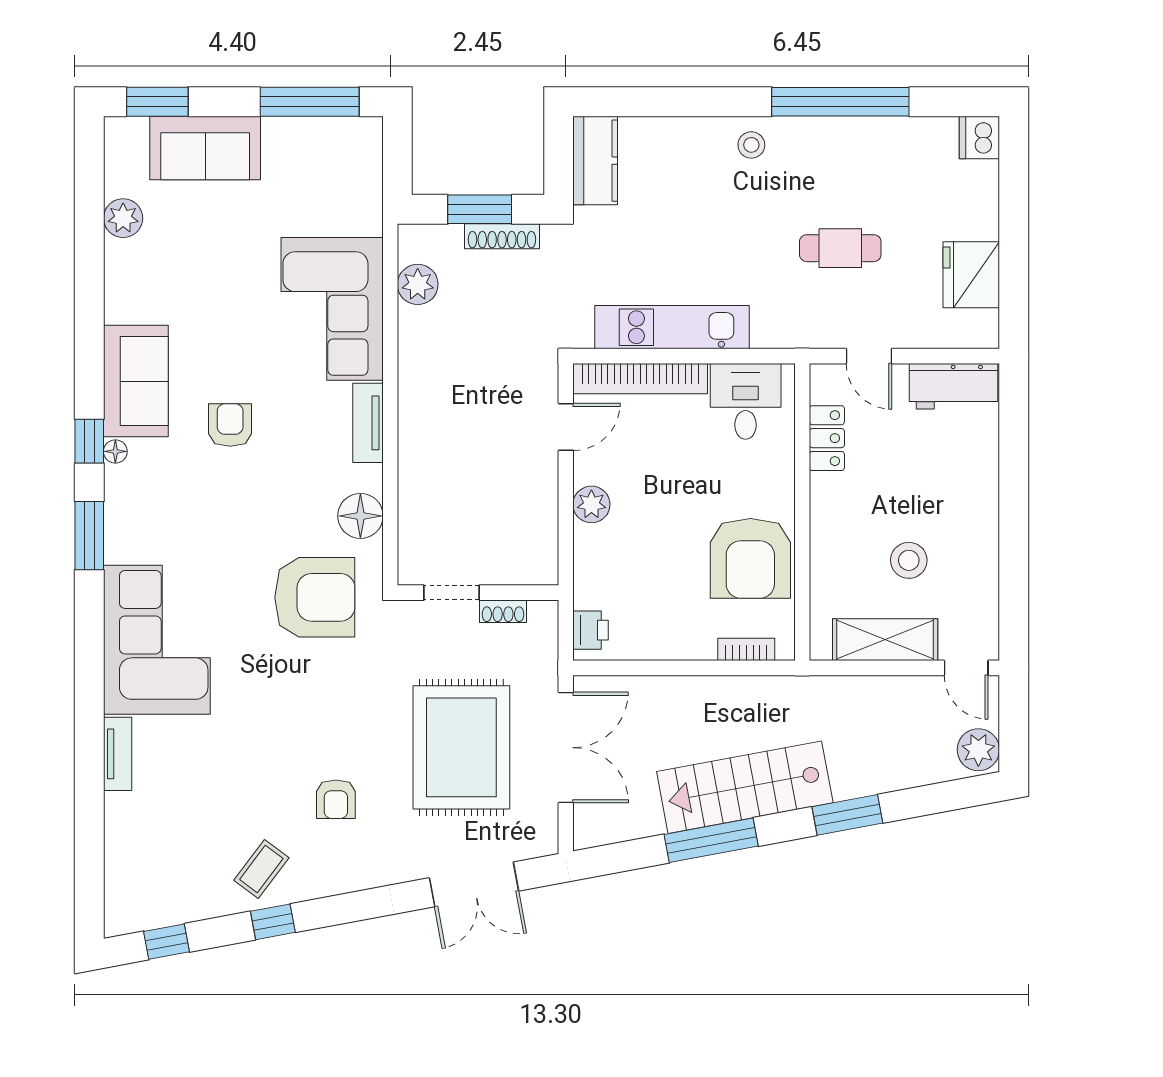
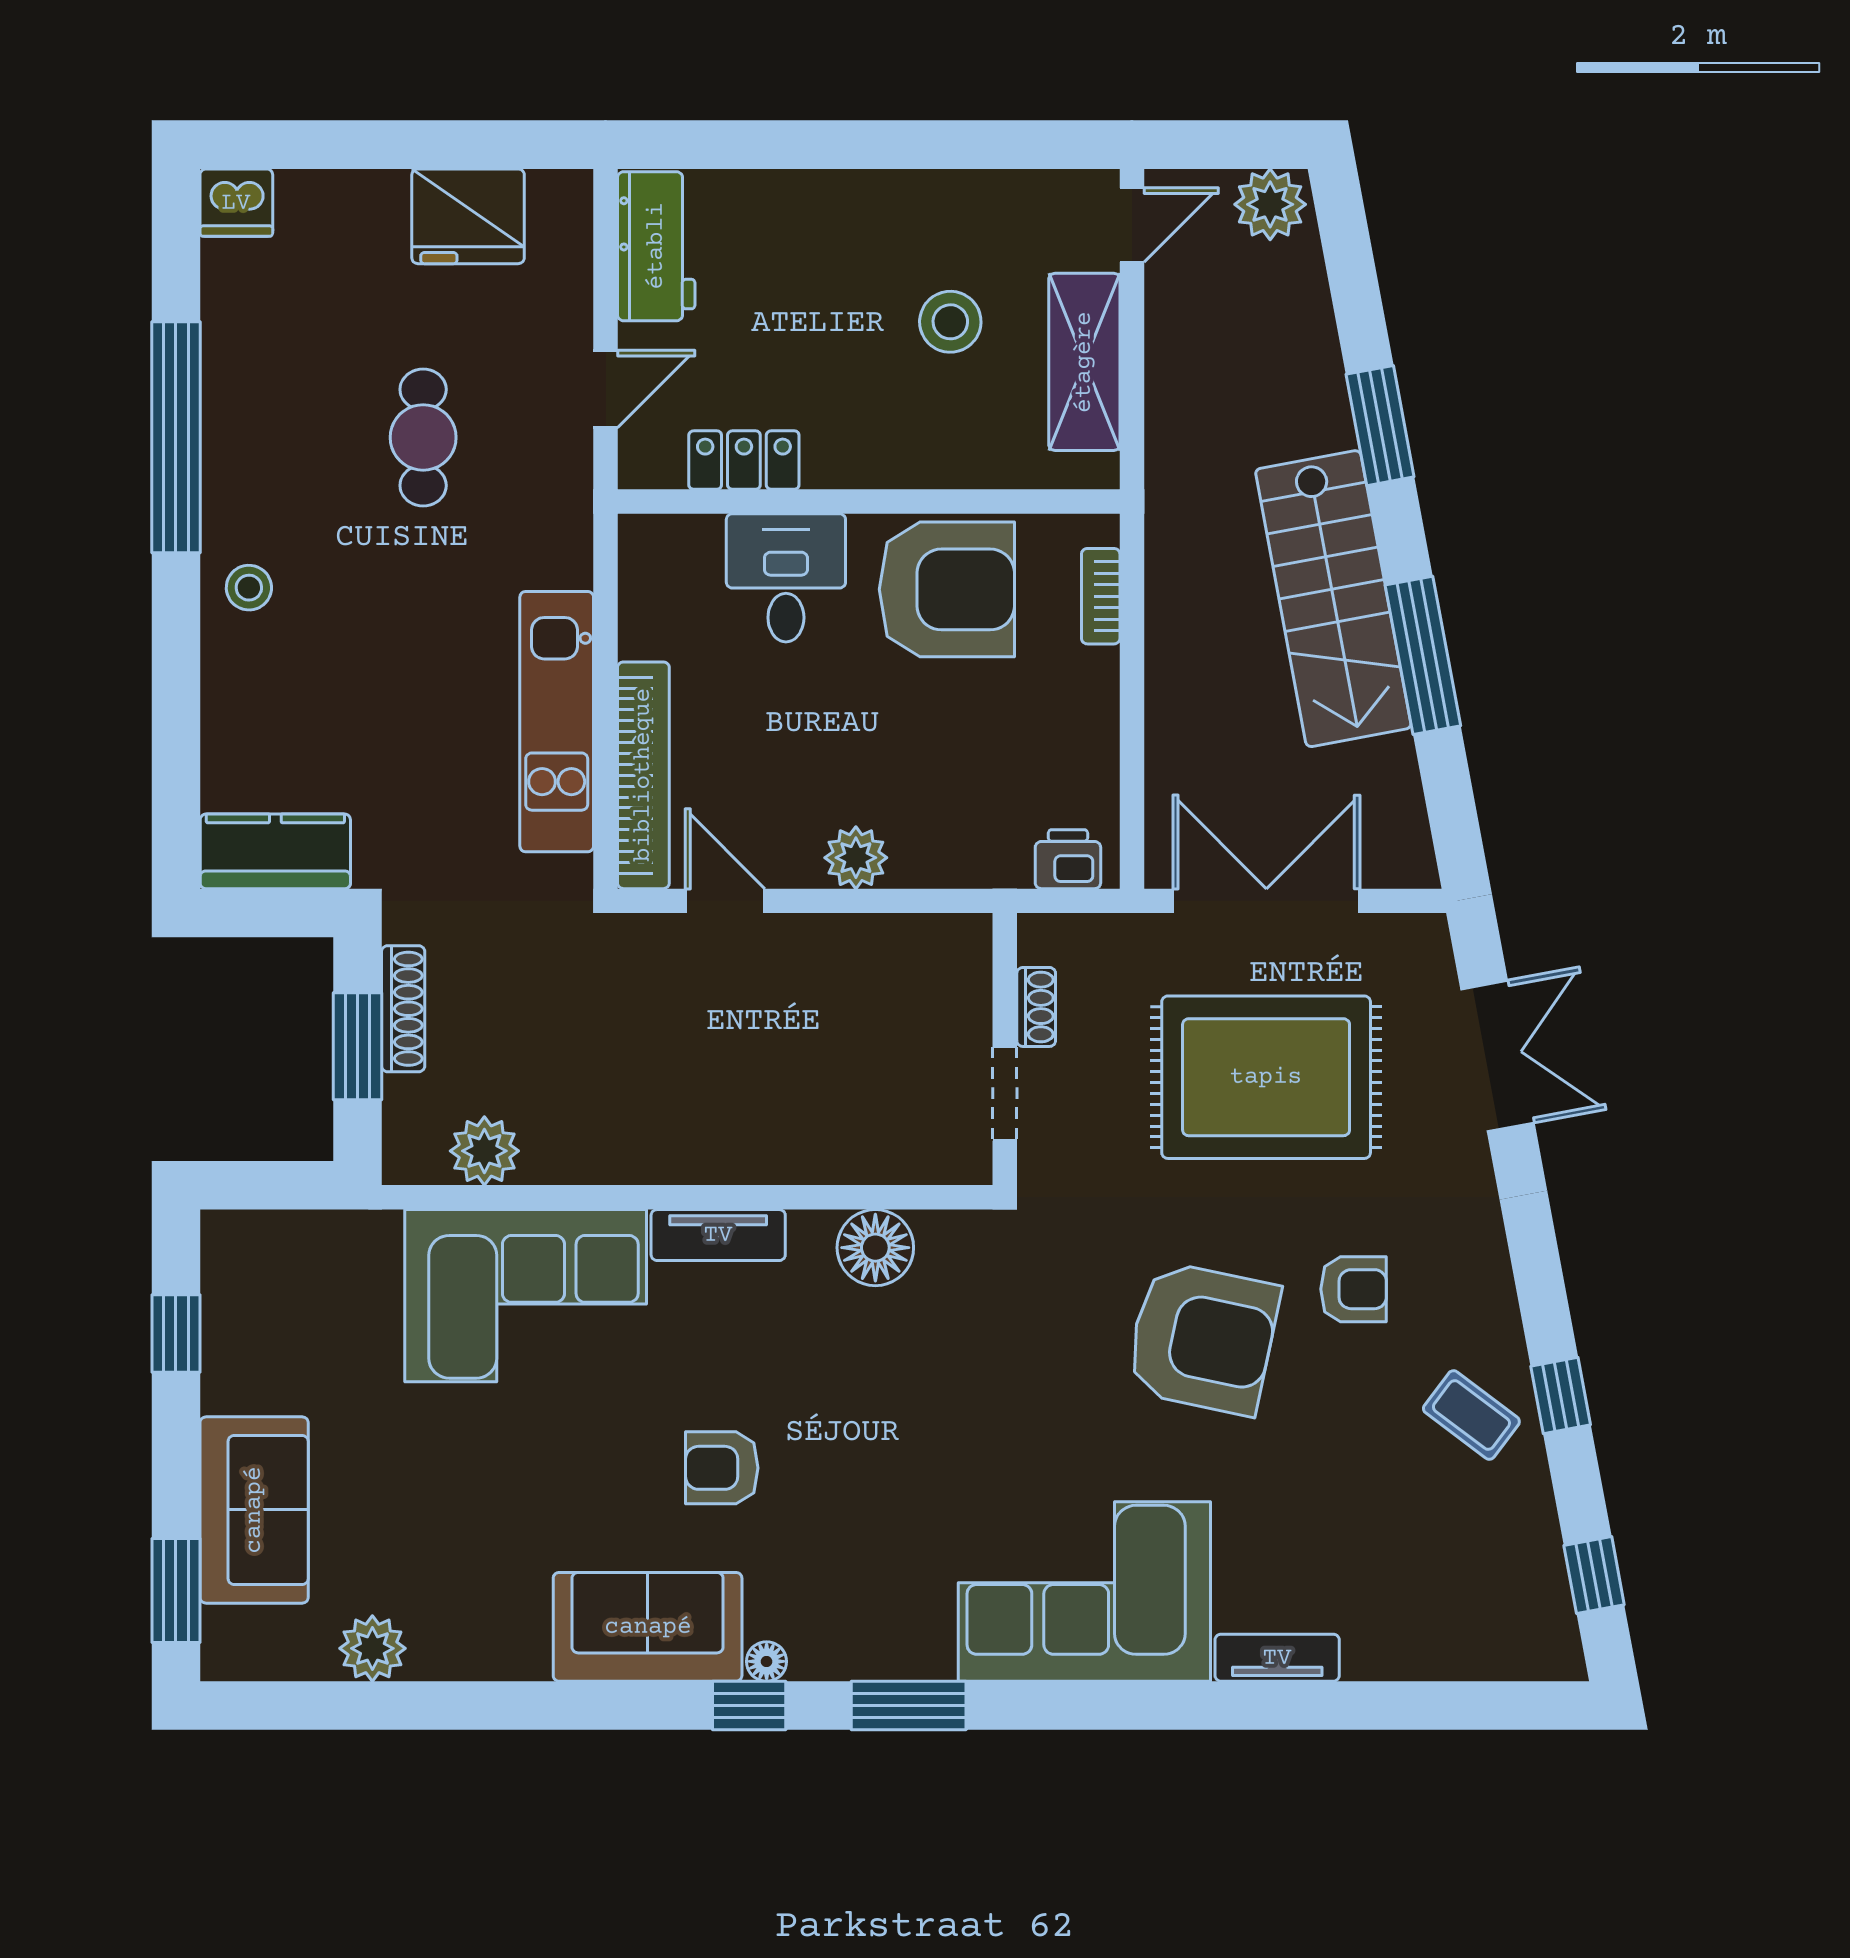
window: (310, 102) -> (176, 1334), width x0.46
desk: (746, 401) -> (786, 578), moved, turned 90
armchair: (315, 597) -> (1203, 1338), moved, turned 102

